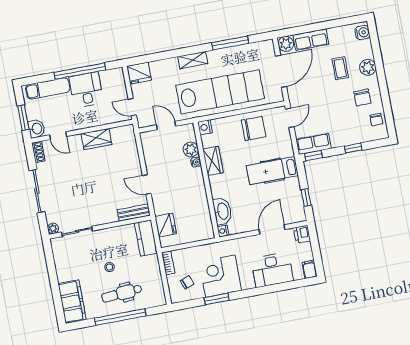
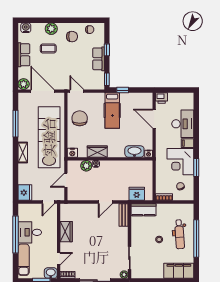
row of seats: (311, 40) -> (24, 55), moved
row of seats: (314, 144) -> (99, 59), moved
window: (306, 198) -> (123, 90), moved
filing cabinet: (310, 269) -> (188, 143), moved

